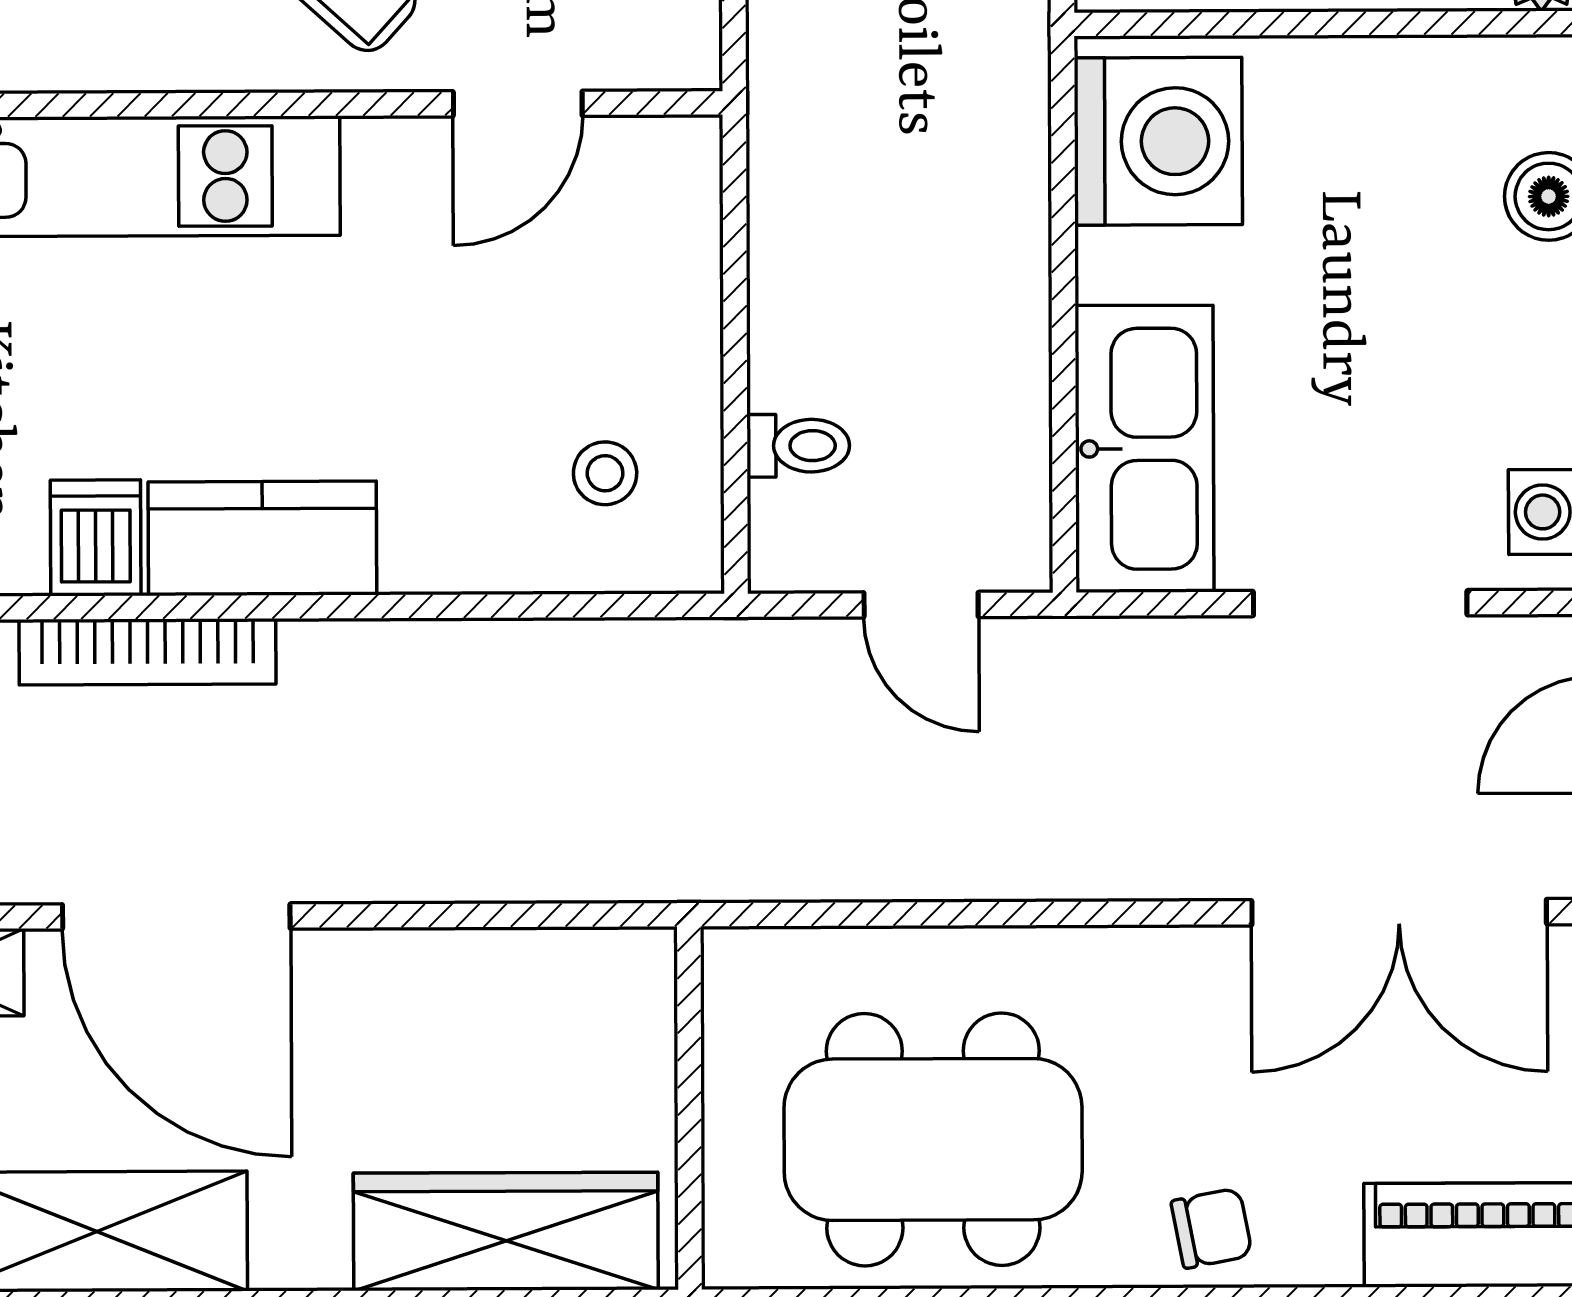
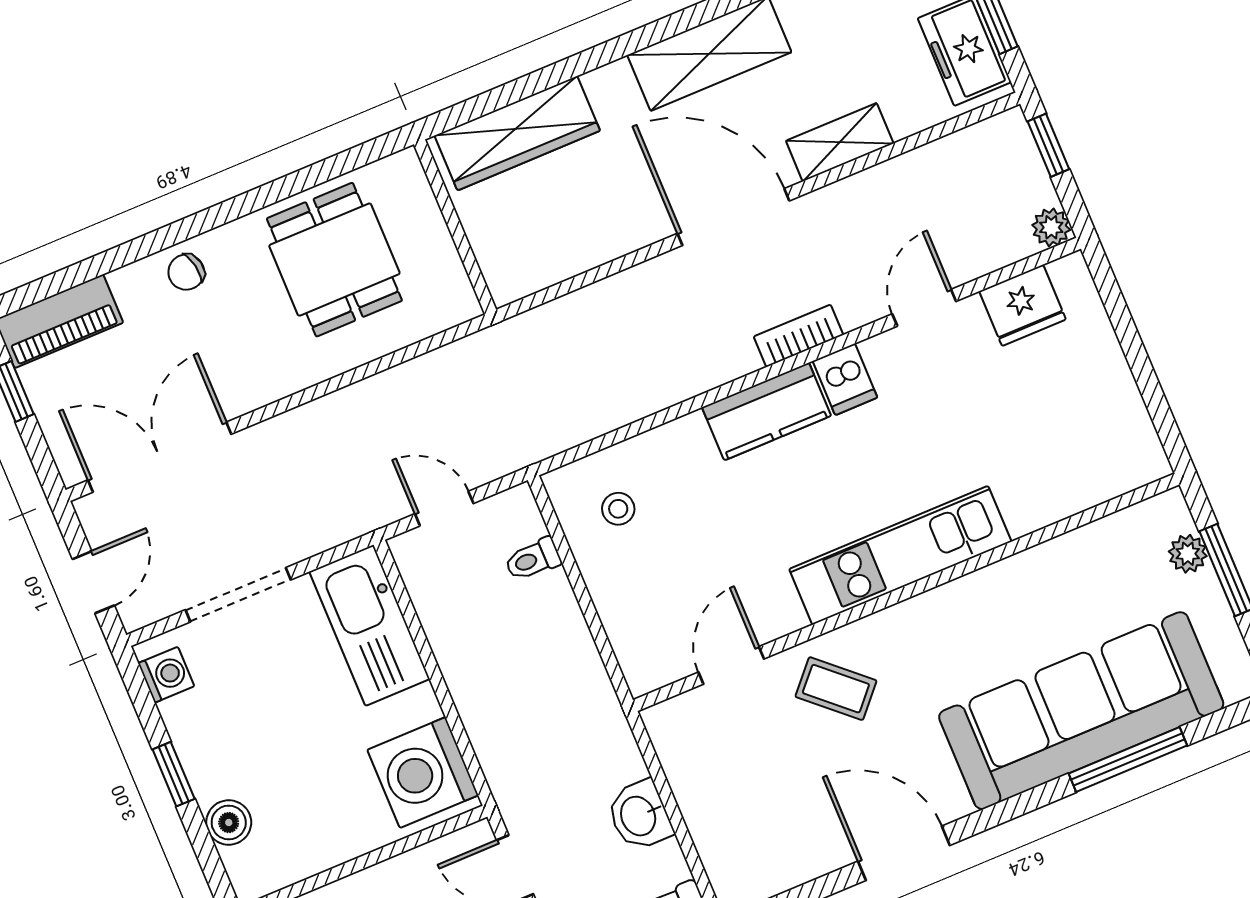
bookcase: (147, 652) -> (798, 336), width x0.64
dining table: (933, 1139) -> (334, 260), width x0.73

